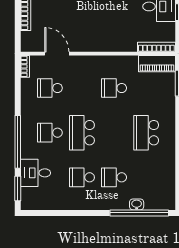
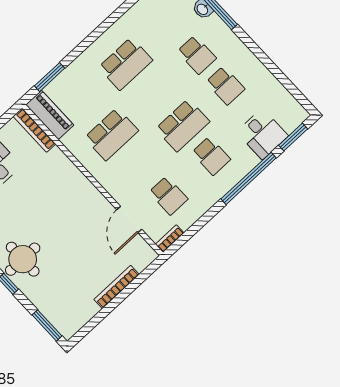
school desk: (114, 88) -> (111, 134), width x1.85

